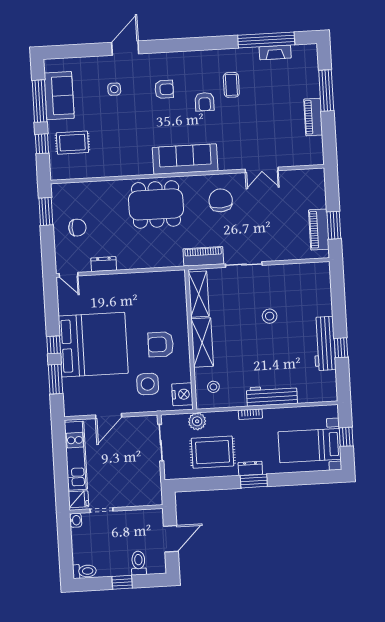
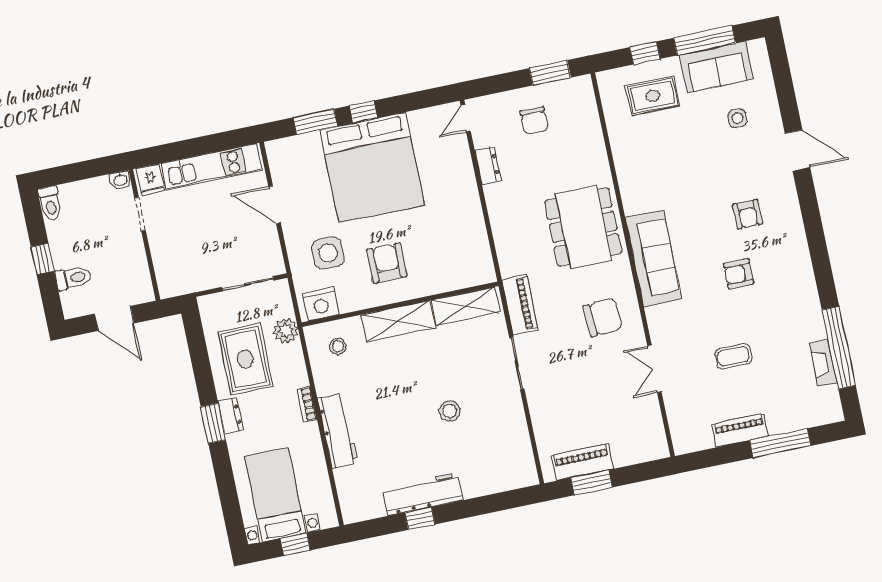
coffee table: (231, 85) -> (733, 356), moved
side table: (114, 89) -> (737, 118), moved
rug: (72, 143) -> (653, 96), turned 90

